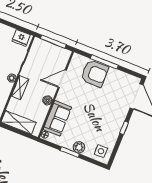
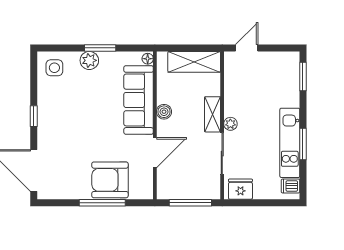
sofa: (57, 118) -> (139, 100), width x1.36

